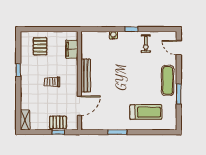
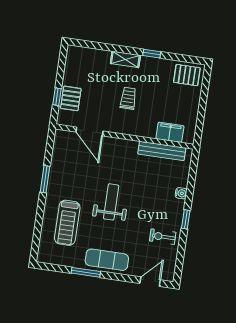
pallet: (40, 46) -> (187, 75), moved
bench: (86, 75) -> (162, 151), moved
weight bench: (127, 83) -> (111, 202), added
shelving: (25, 120) -> (125, 59), moved

